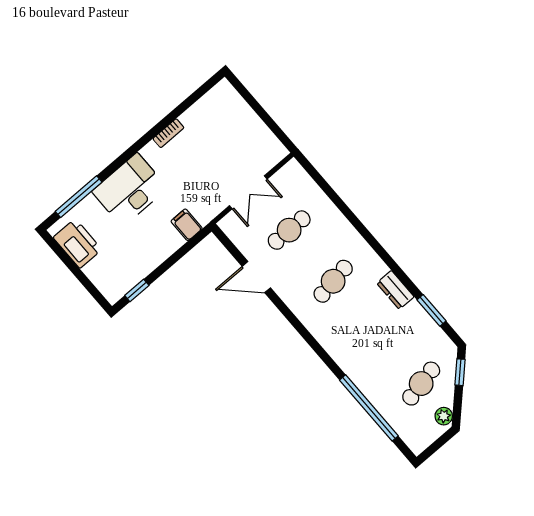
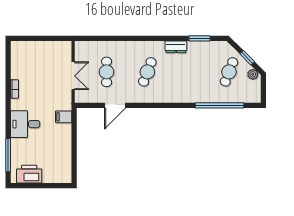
desk: (130, 190) -> (25, 124), width x0.73
cafe table: (333, 281) -> (147, 72), turned 30
window: (137, 290) -> (74, 166), removed
window: (460, 372) -> (247, 58), moved
cafe table: (421, 384) -> (229, 72), turned 33

